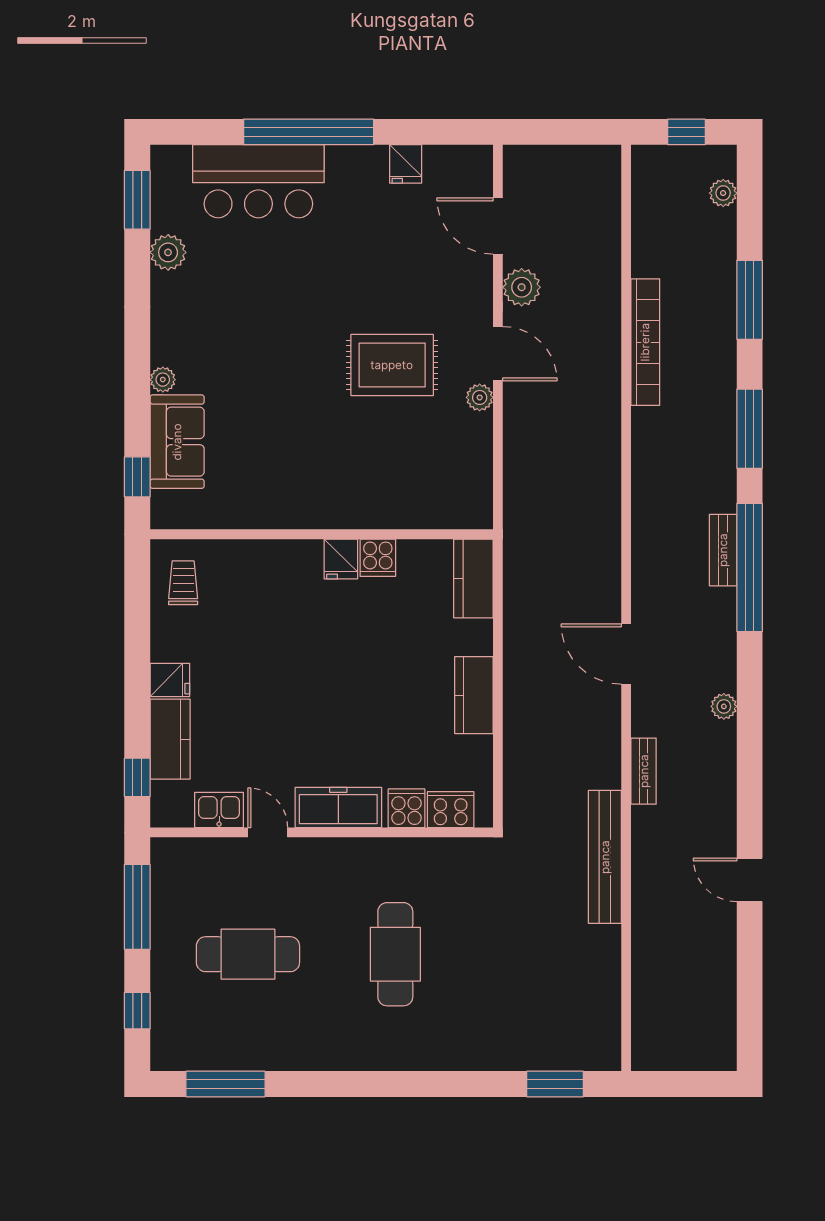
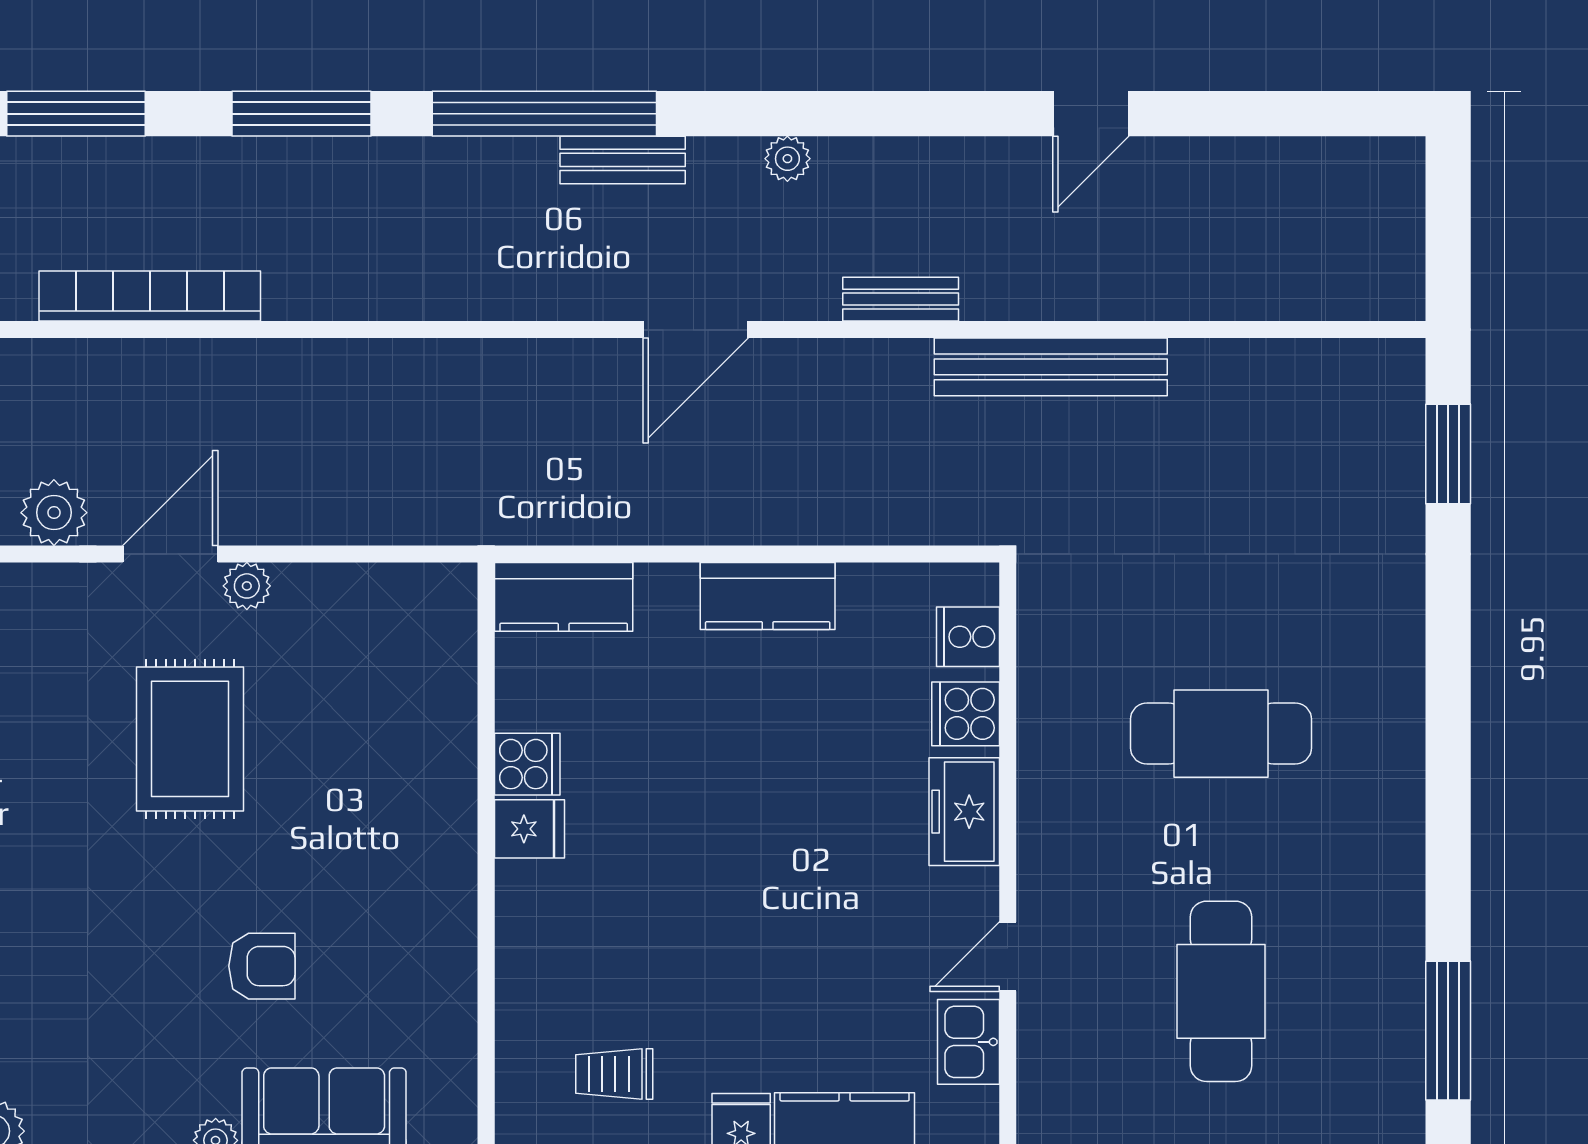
armchair: (262, 406) -> (262, 966), added
bench: (723, 550) -> (623, 160), moved
trolley: (183, 583) -> (614, 1074), moved
freezer: (338, 808) -> (964, 812), width x0.71
cooker: (451, 810) -> (968, 637), width x0.73

